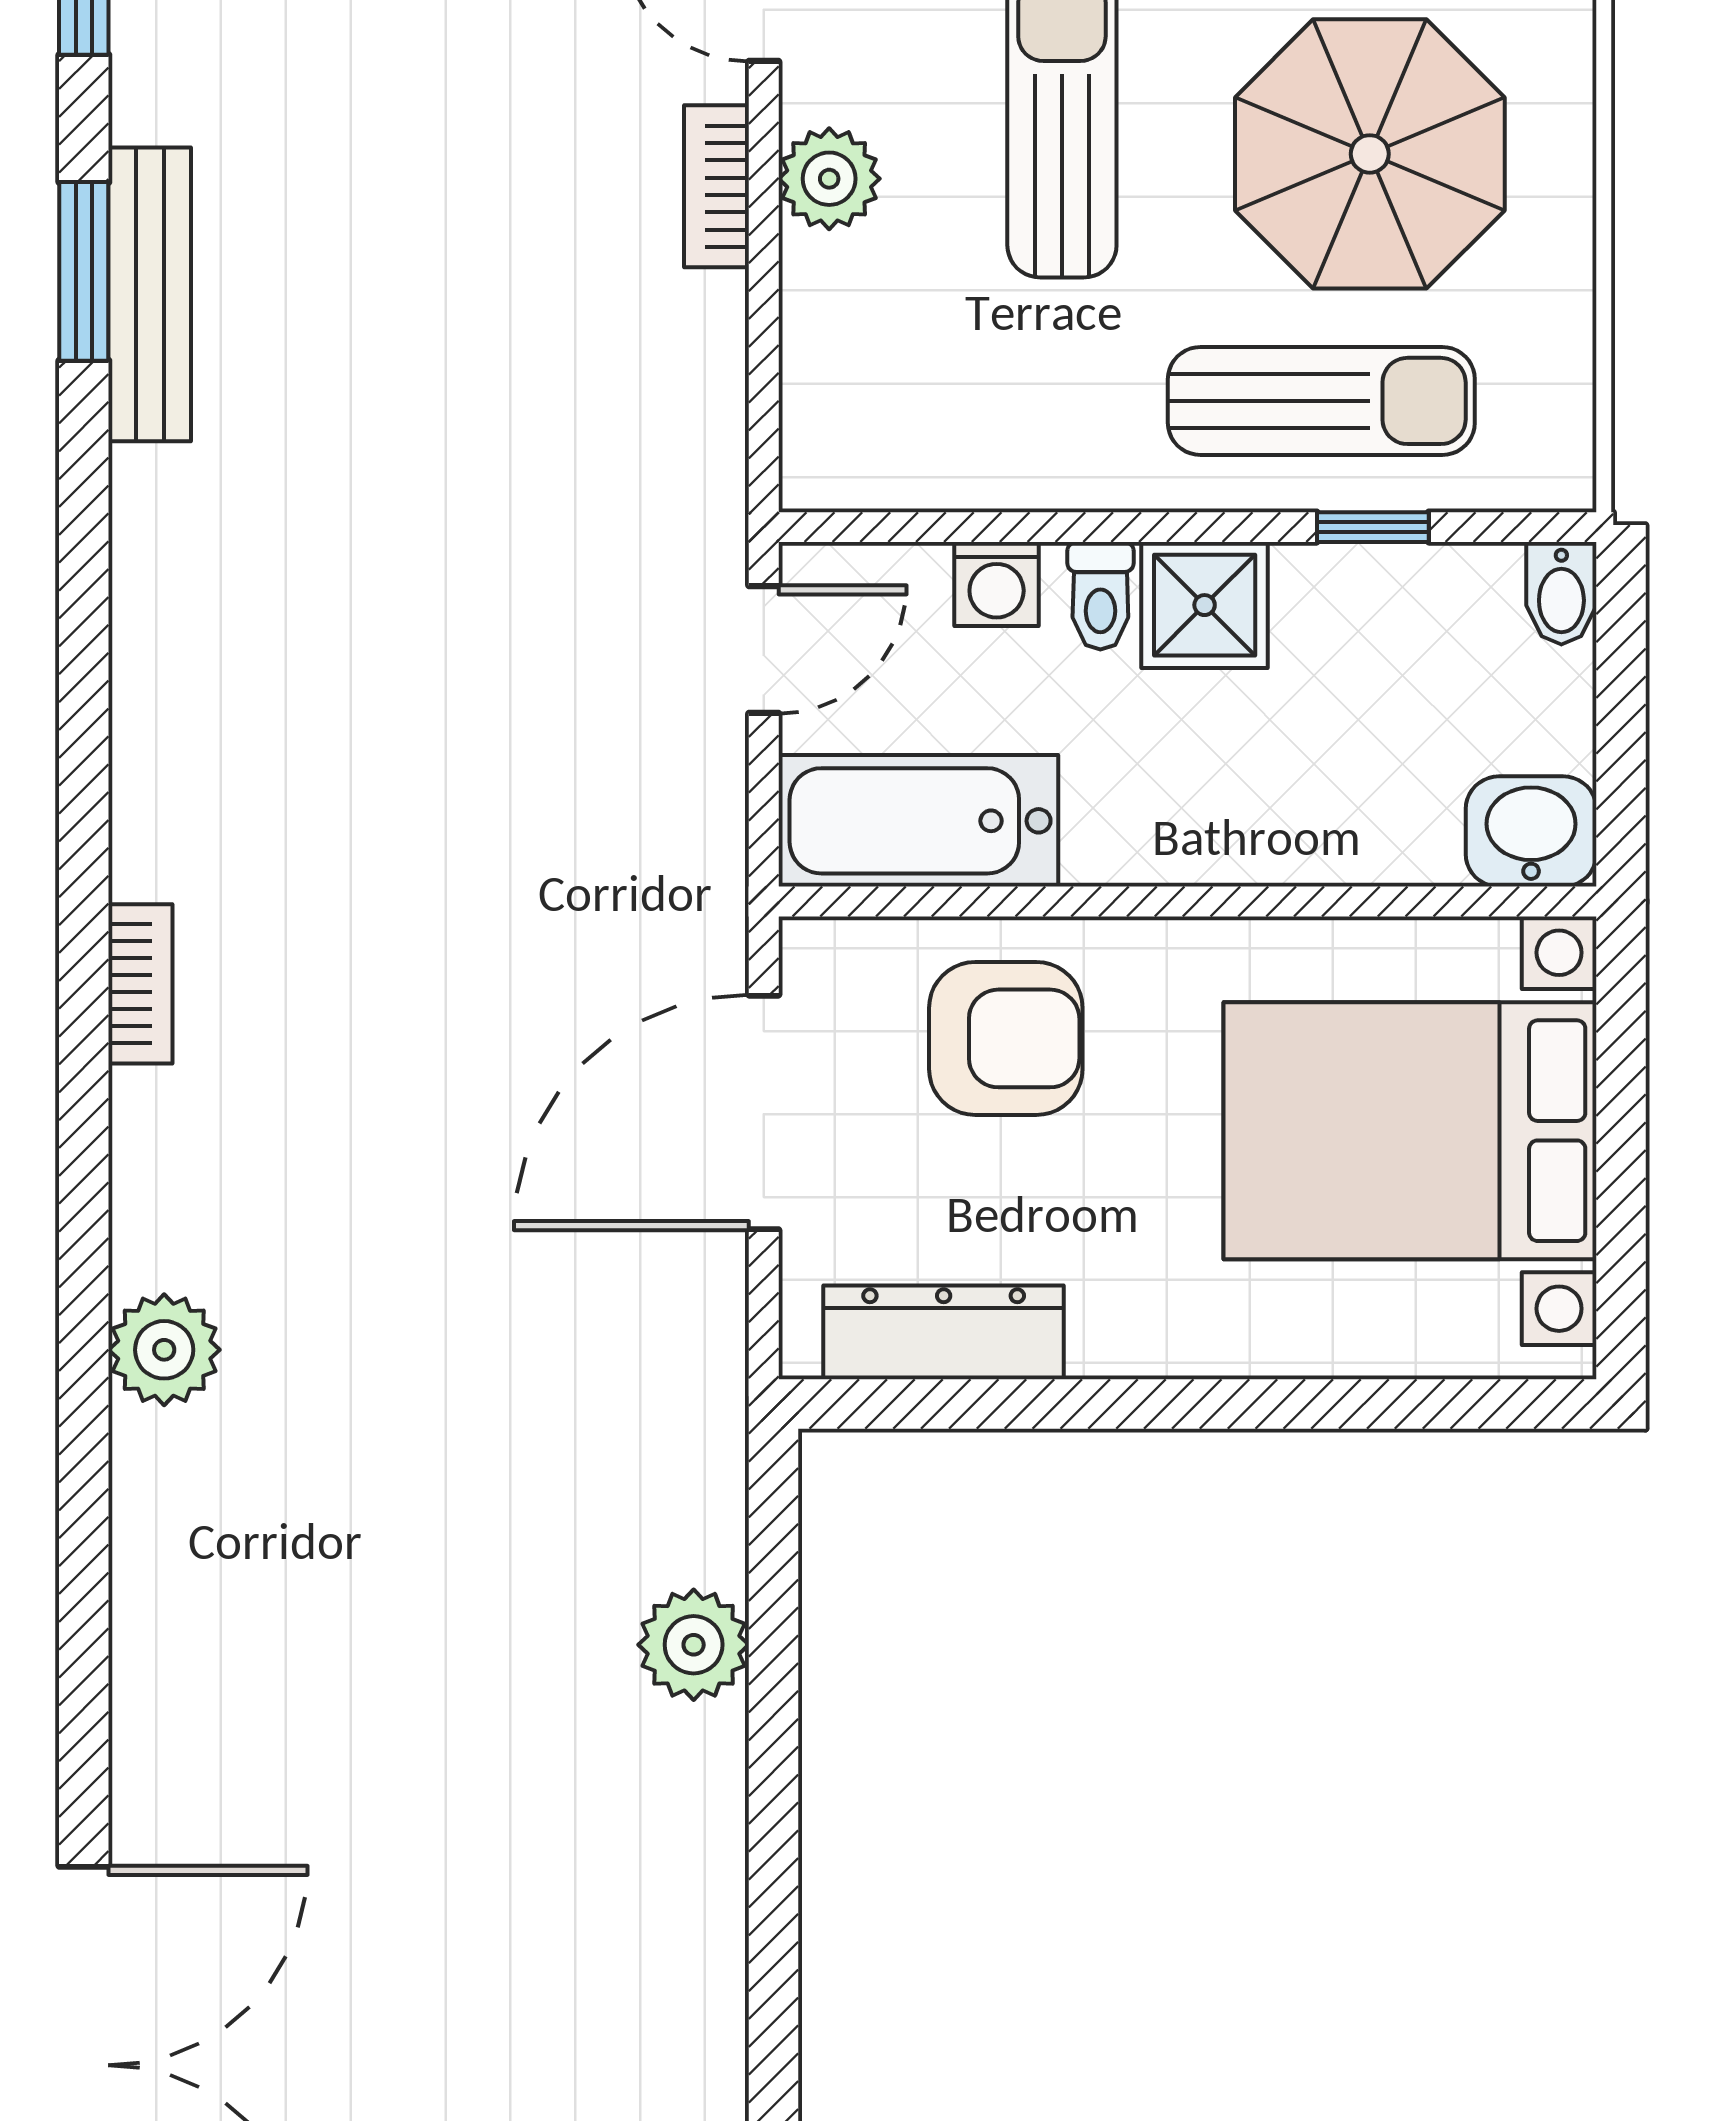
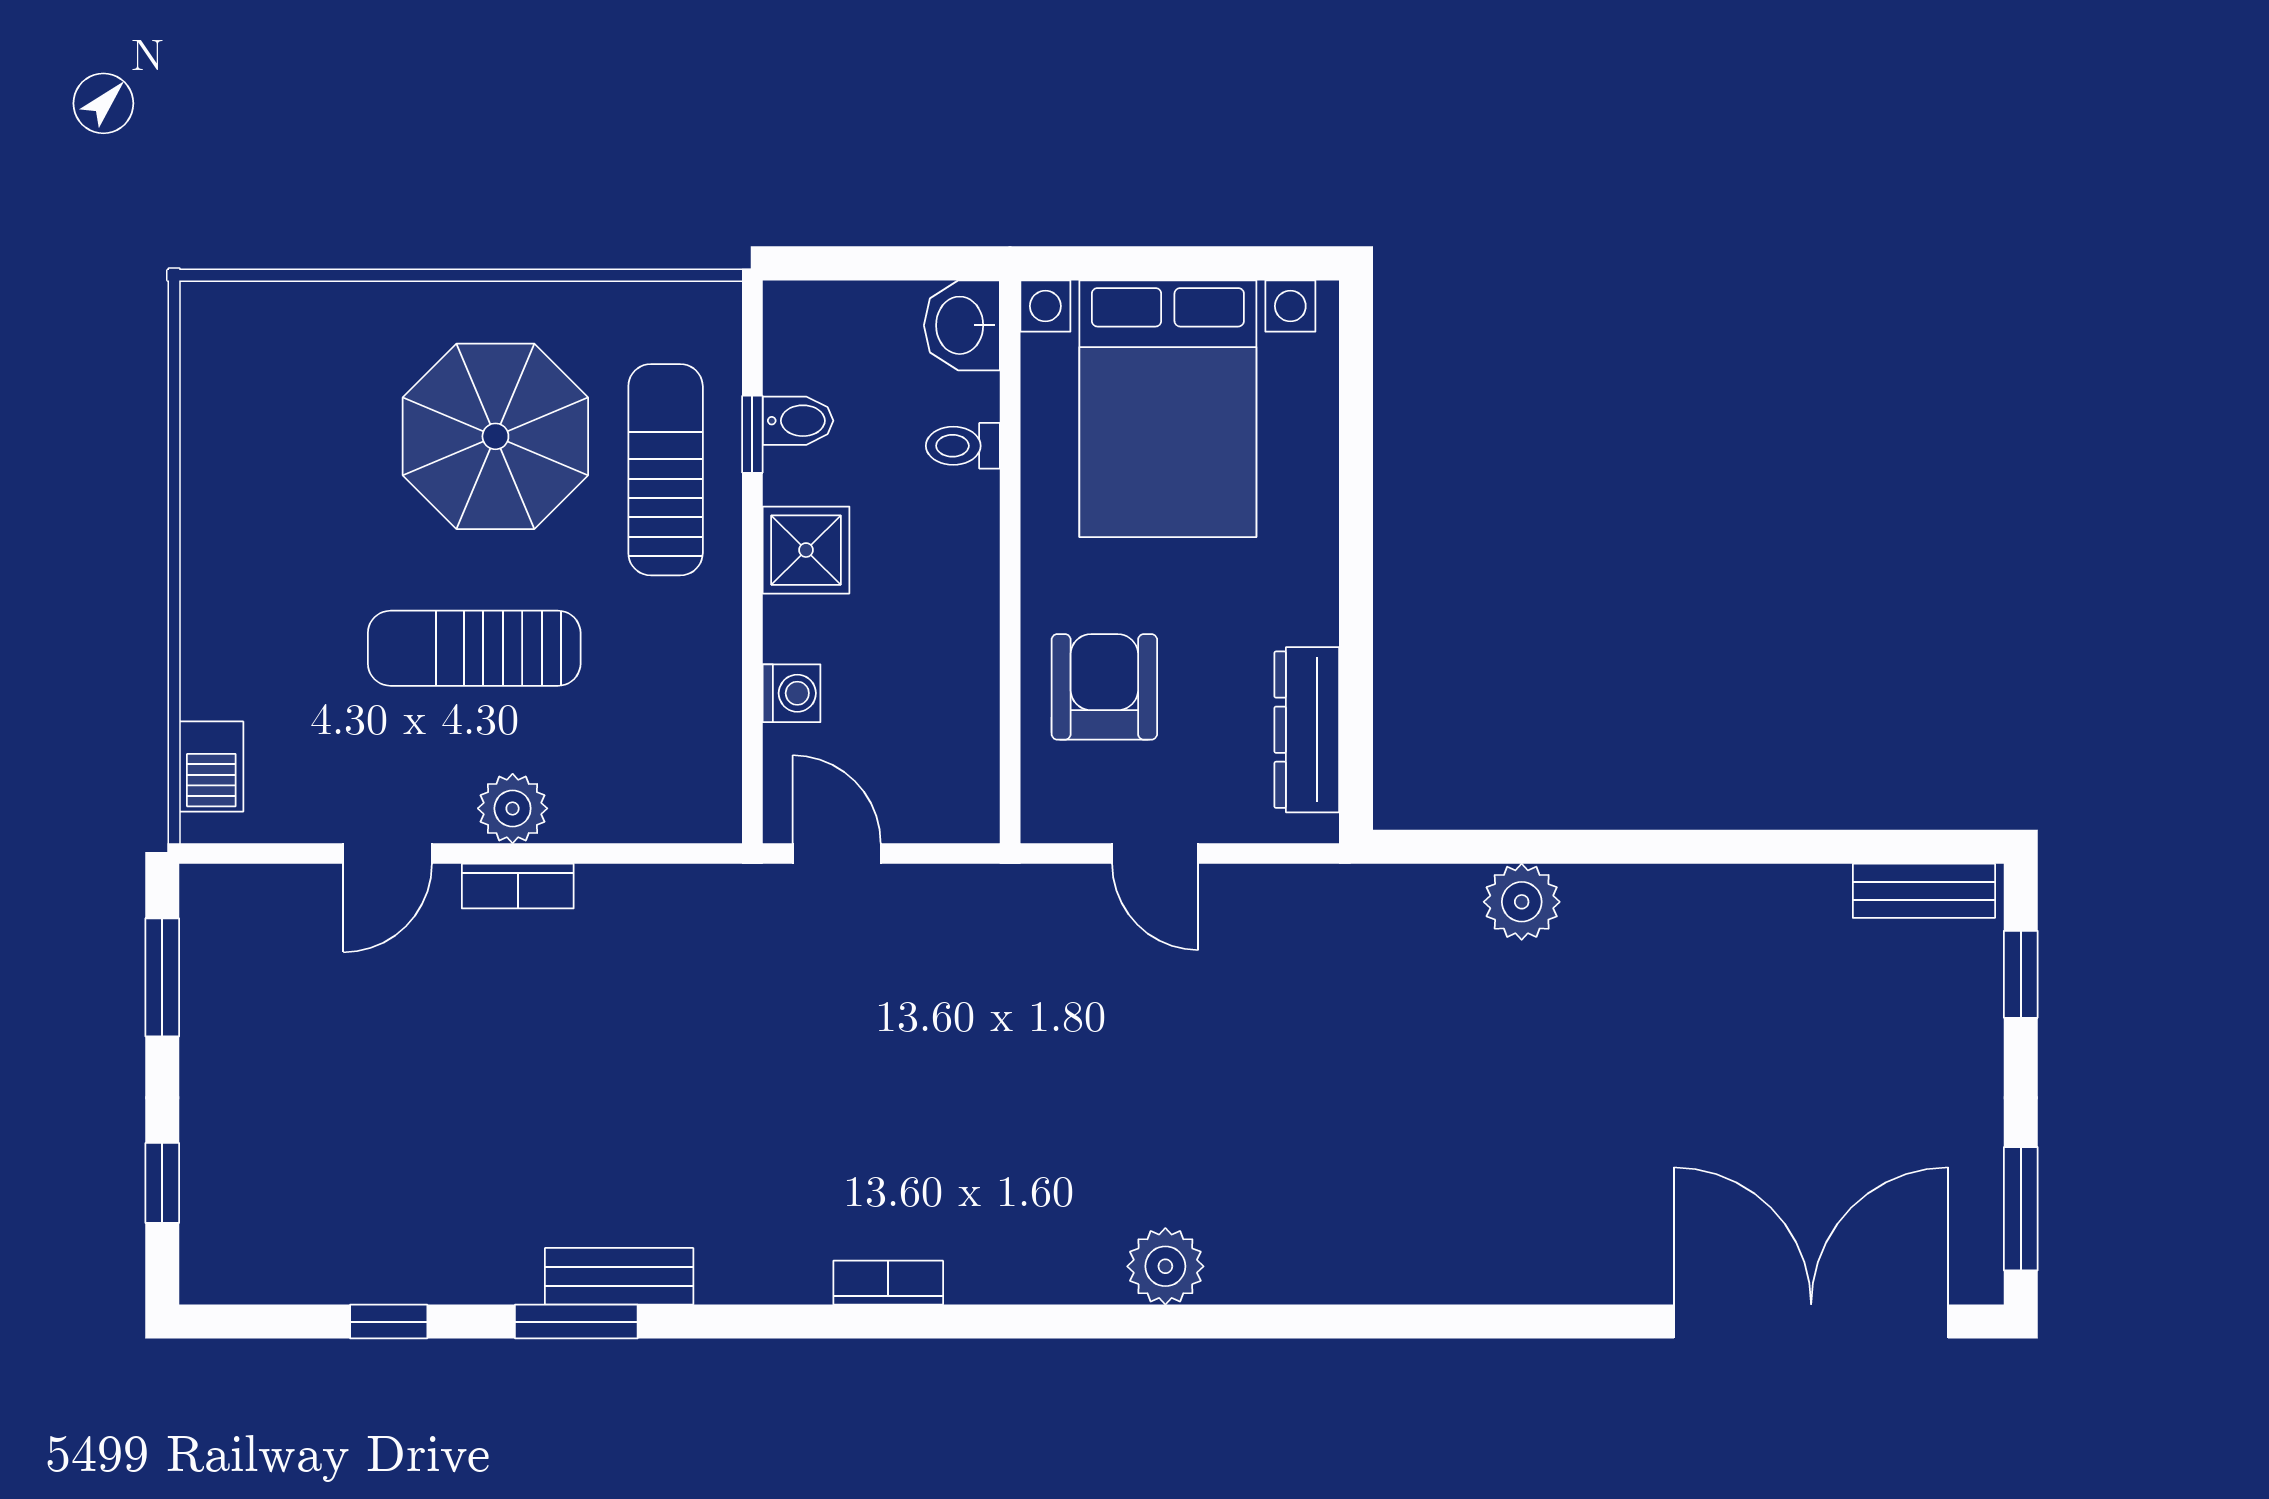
bench: (150, 294) -> (619, 1276), width x0.73
bidet: (1561, 593) -> (798, 421), moved
toilet: (1100, 596) -> (963, 446), moved, turned 180
bathtub: (918, 821) -> (955, 747), removed
bookcase: (140, 984) -> (888, 1283), moved
door: (764, 1112) -> (1155, 854), width x0.53
plant: (164, 1350) -> (1165, 1266), moved

